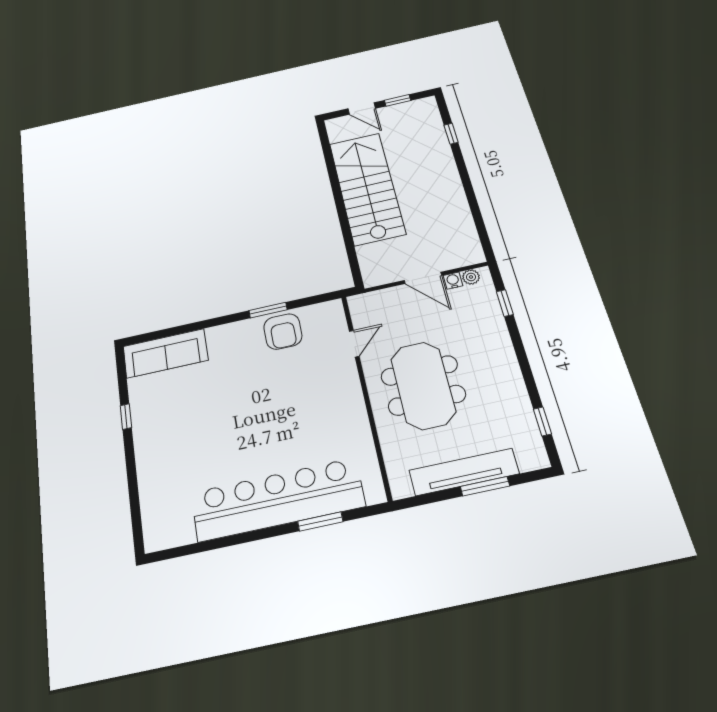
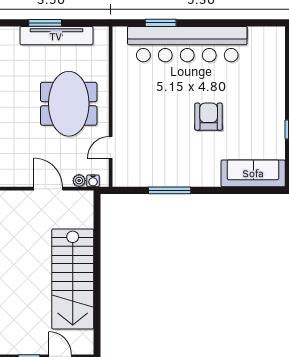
plant: (471, 277) -> (79, 181), moved
water cooler: (453, 281) -> (93, 181), moved
window: (268, 310) -> (170, 190), width x1.44
armchair: (283, 331) -> (209, 117), moved

